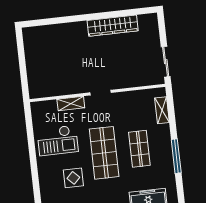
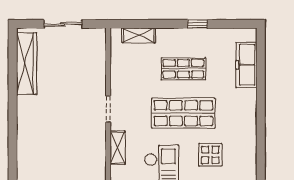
wardrobe: (113, 26) -> (27, 64), moved
sliding door: (166, 62) -> (63, 24), moved
window: (176, 156) -> (198, 24), width x0.46

